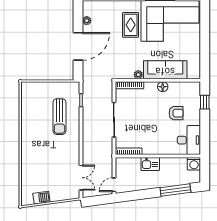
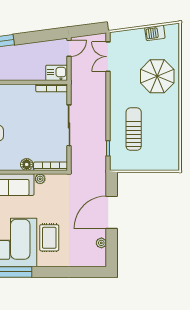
floor lamp: (163, 87) -> (27, 164), moved
parasol: (40, 161) -> (157, 76), added
kitchen sink: (150, 164) -> (57, 73), moved

